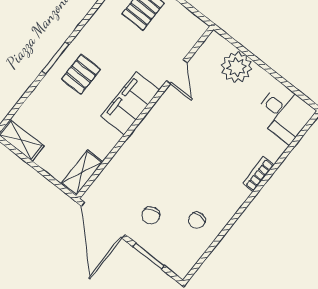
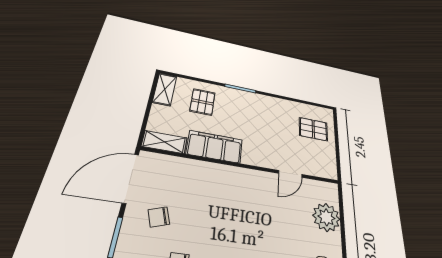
pallet: (81, 74) -> (203, 102), moved, turned 90
filing cabinet: (130, 103) -> (215, 147), moved

